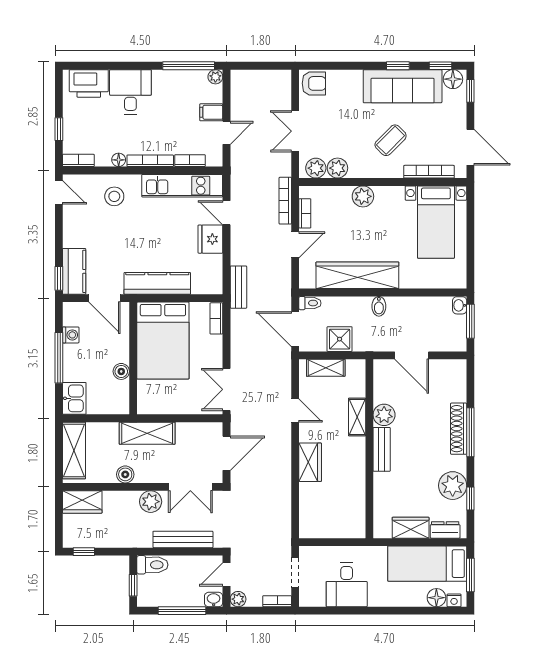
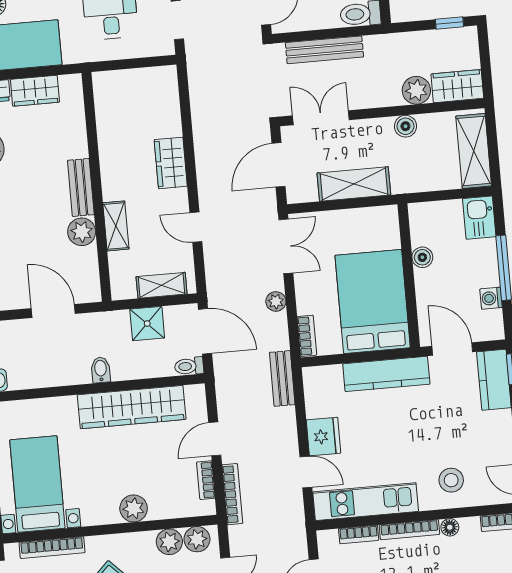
plant: (238, 347) -> (276, 301), added
shelving: (147, 433) -> (354, 184), moved
plant: (151, 502) -> (416, 90), moved

